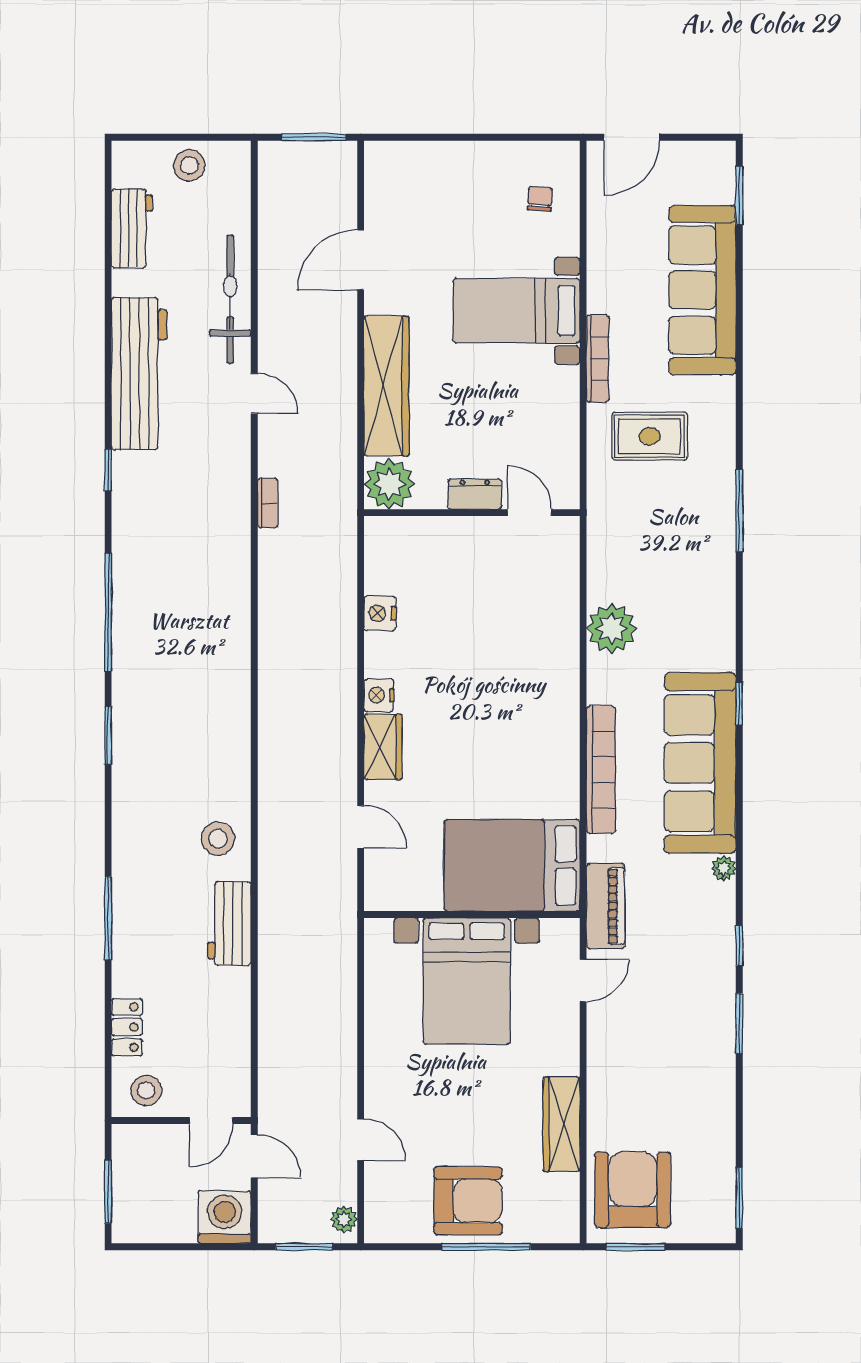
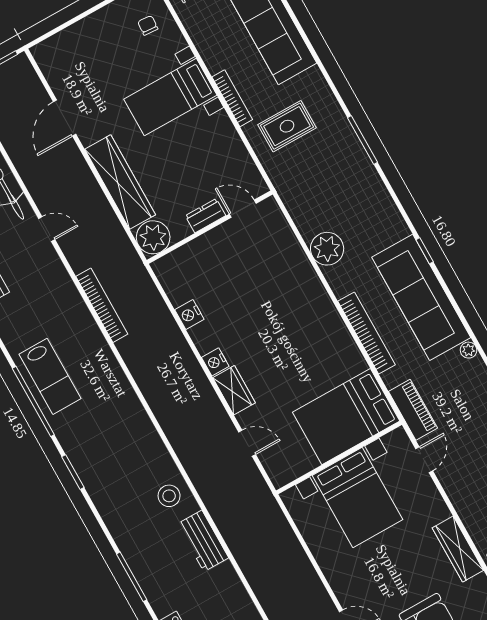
bookcase: (268, 503) -> (102, 305), width x2.31, depth x1.31
lab bench: (149, 592) -> (50, 376), added

